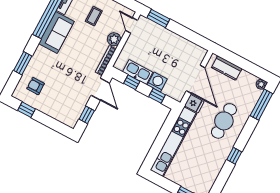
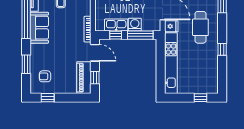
plant: (114, 39) -> (85, 10), removed
window: (157, 96) -> (140, 35), width x2.17
piano: (75, 109) -> (84, 78), added

